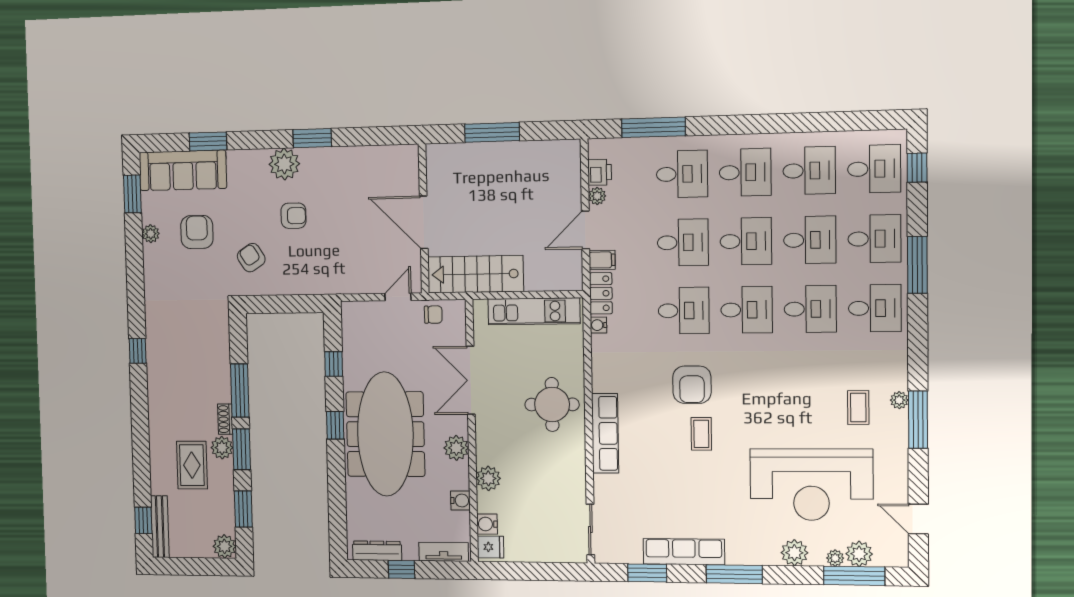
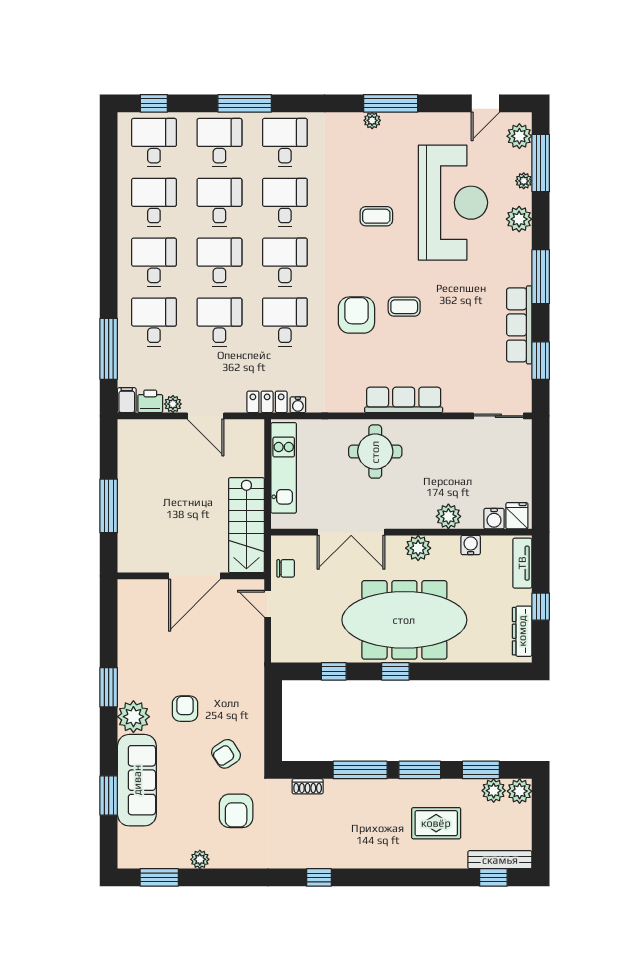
sofa: (183, 170) -> (137, 780), moved
armchair: (197, 232) -> (236, 811), moved, turned -90
filing cabinet: (602, 260) -> (127, 400), moved
chair: (433, 315) -> (286, 568), turned 90
armchair: (692, 385) -> (356, 315), turned -90
coffee table: (858, 407) -> (376, 216), moved
shoe rack: (225, 419) -> (308, 786), moved
plant: (222, 448) -> (494, 791), moved
plant: (859, 554) -> (519, 136), moved

